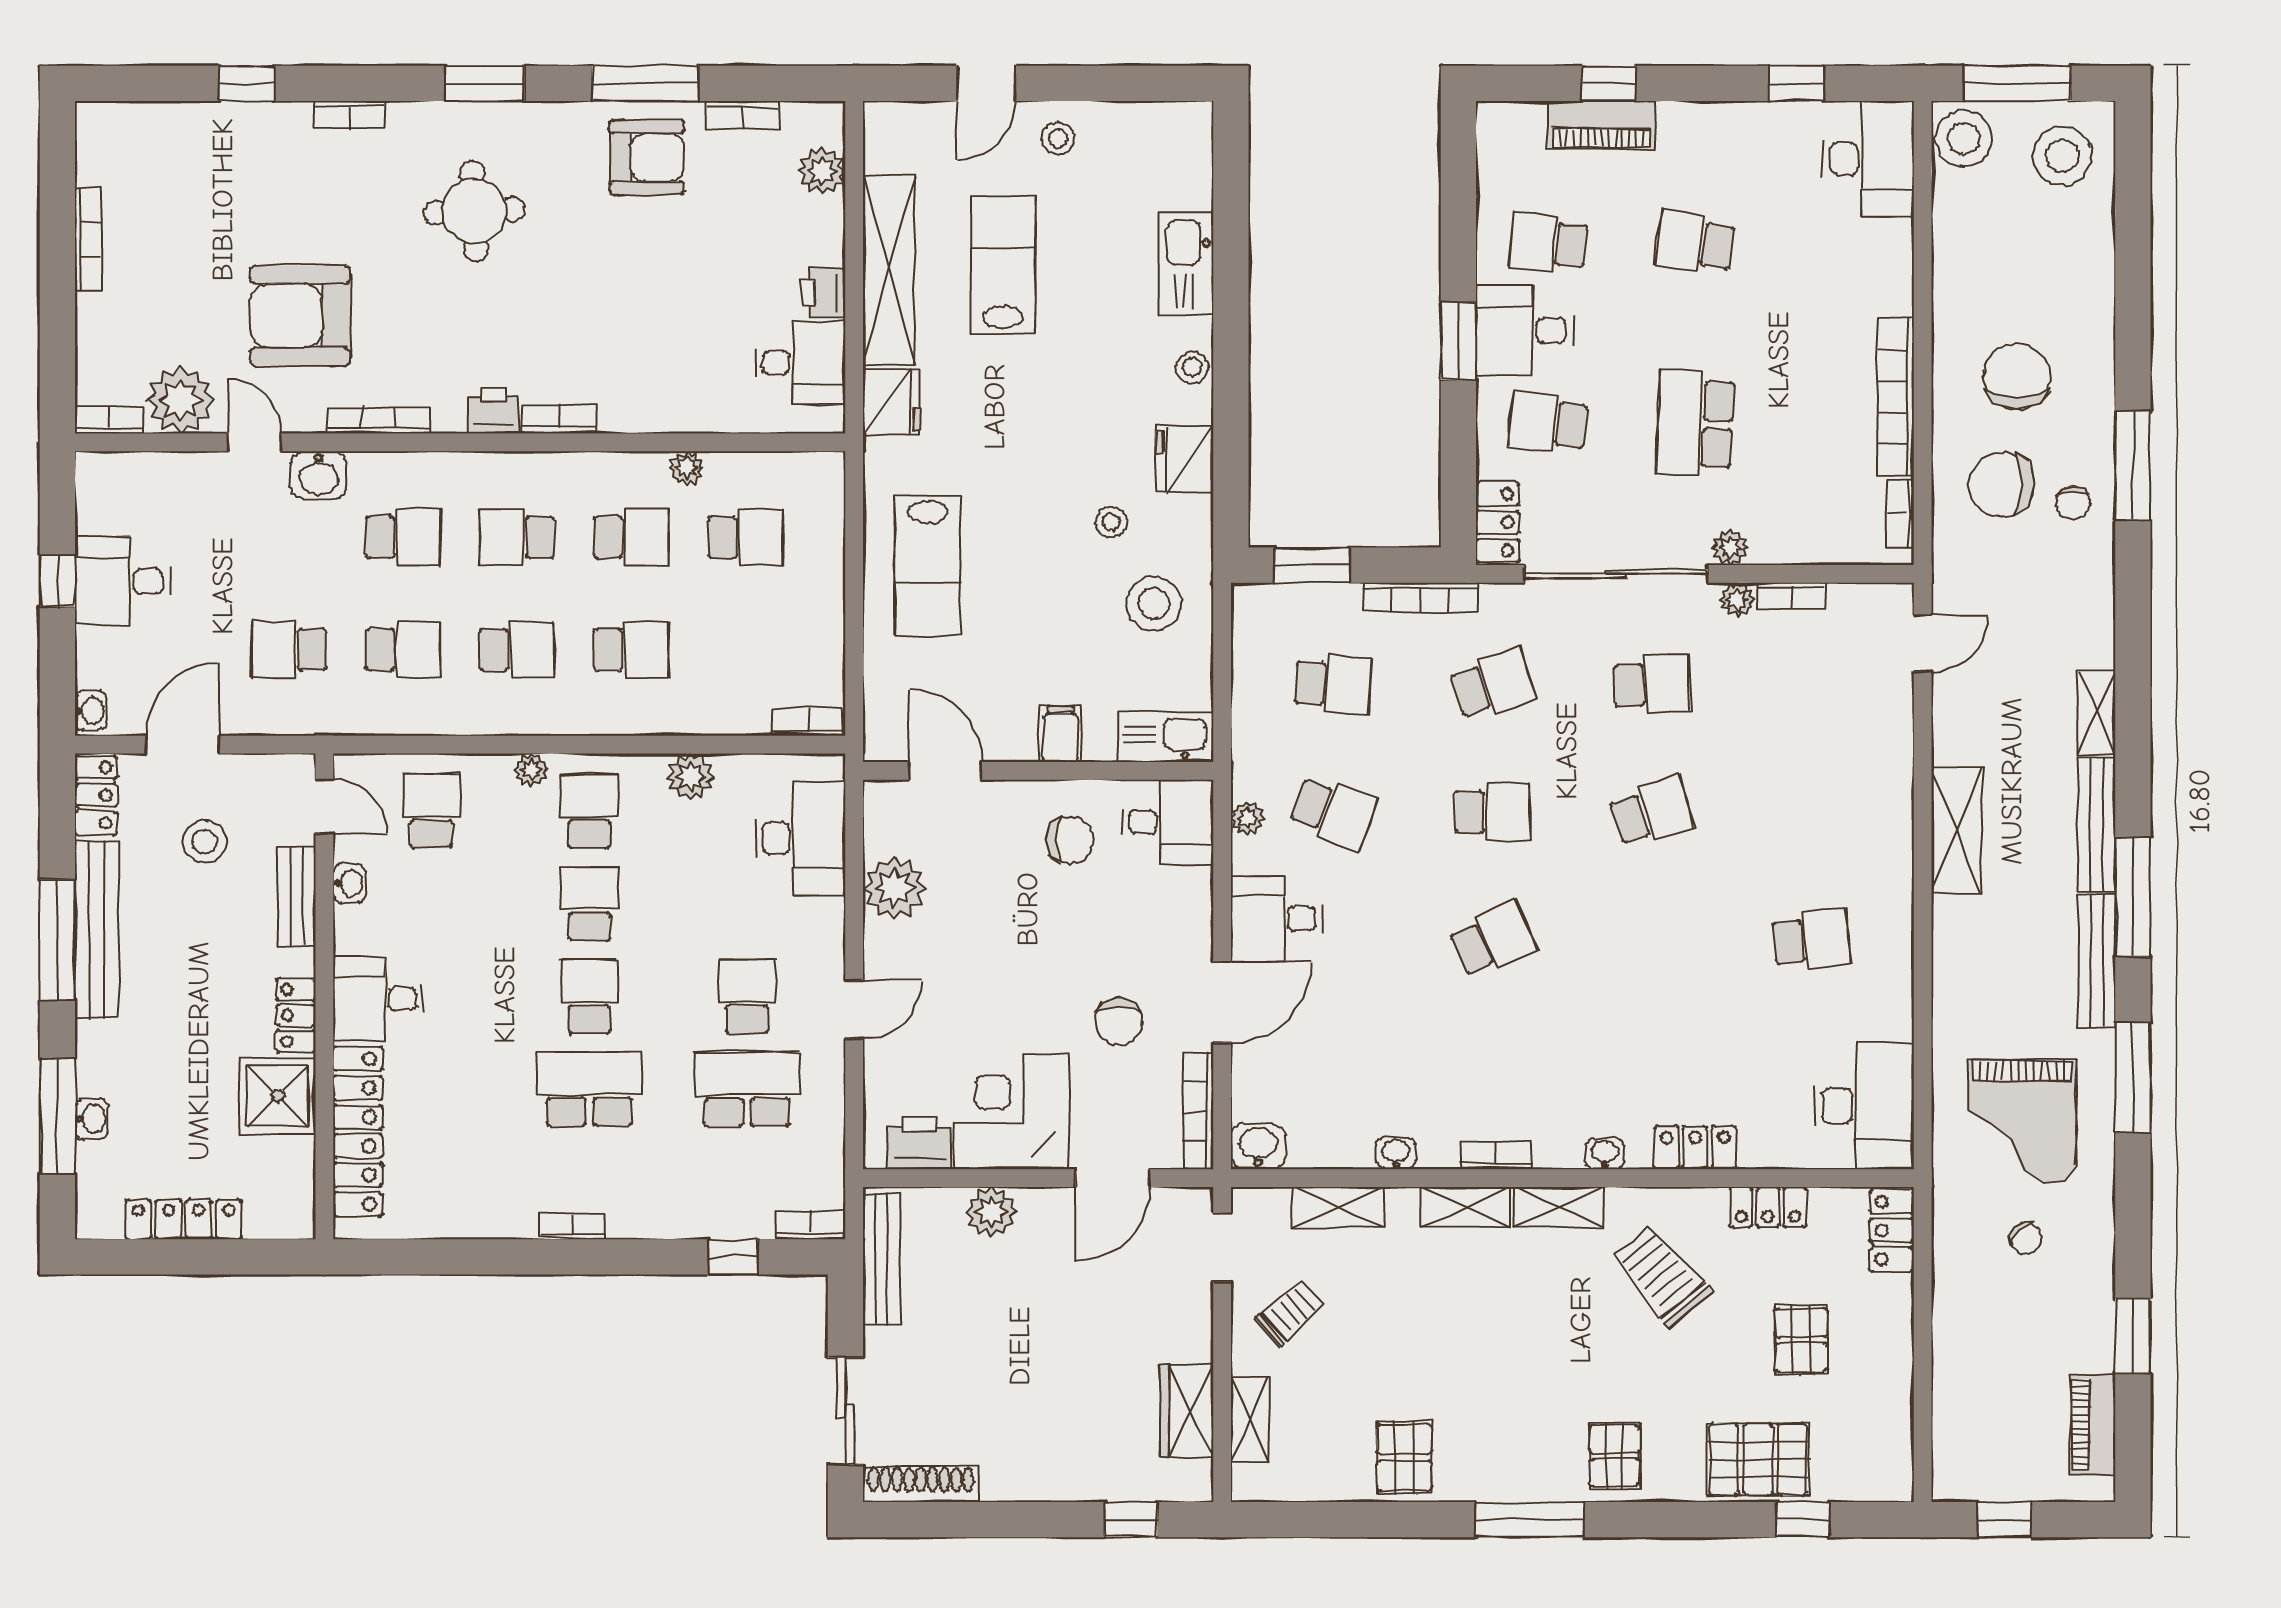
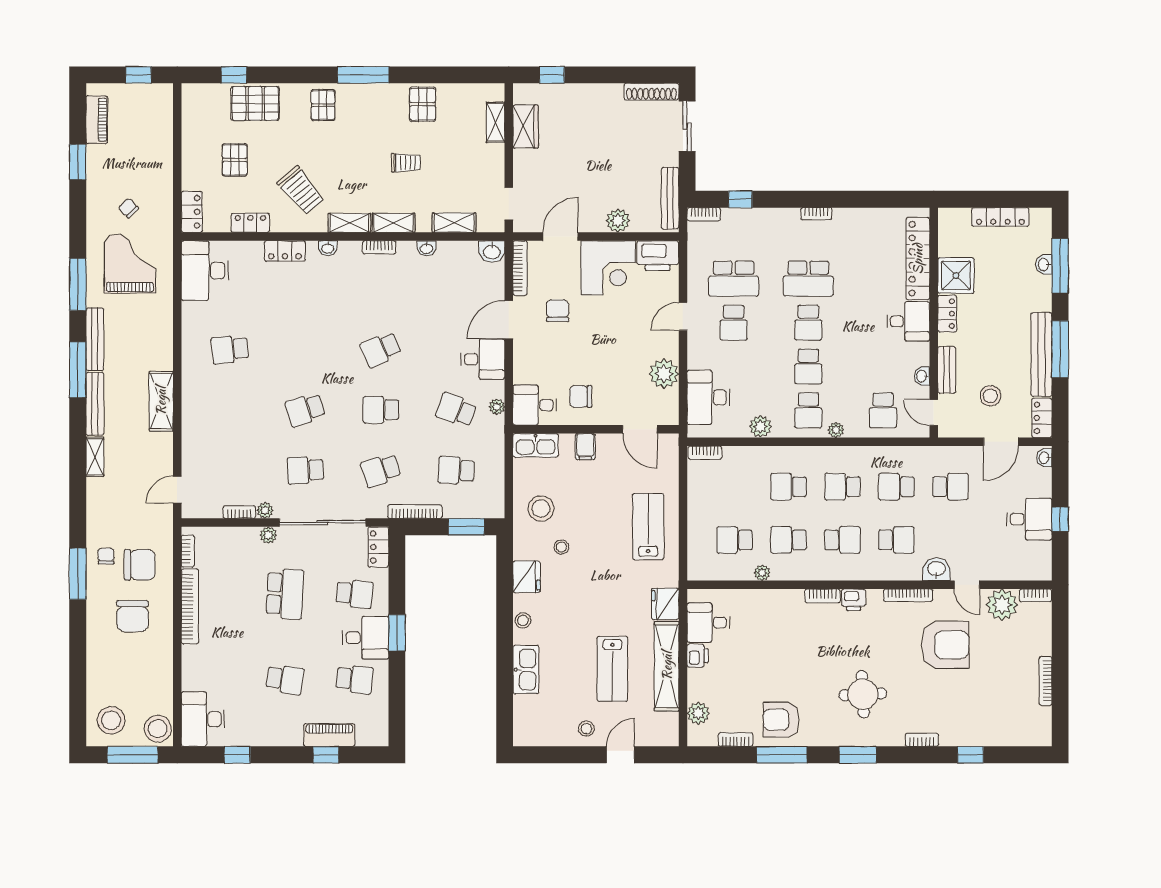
school desk: (403, 537) -> (896, 540), turned 180
printer: (919, 1143) -> (658, 256), width x1.37, depth x1.19
trolley: (1290, 1313) -> (406, 163), moved, turned -138

